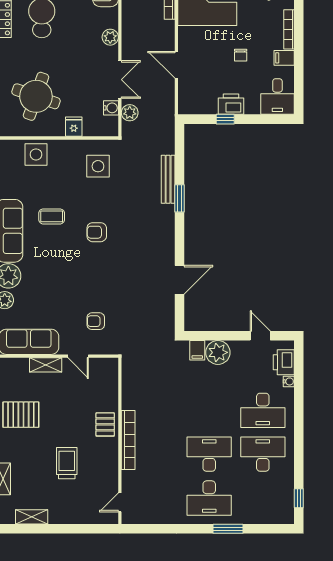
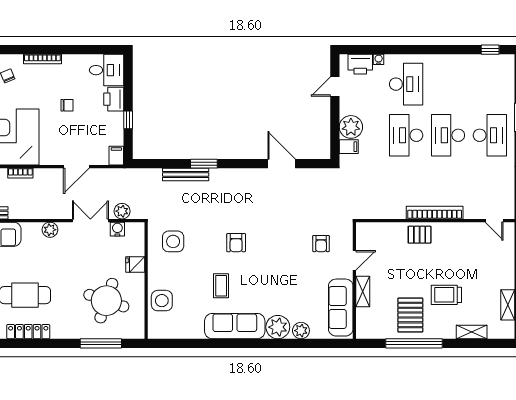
filing cabinet: (284, 58) -> (116, 156), moved, turned 180
printer: (231, 104) -> (114, 99), moved
desk: (263, 454) -> (406, 135), moved
trolley: (67, 463) -> (446, 295), moved

